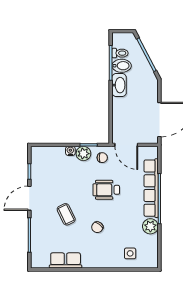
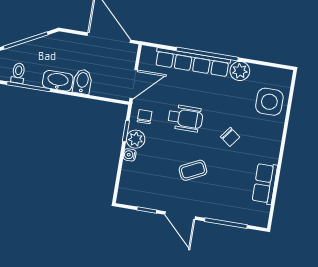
bidet: (122, 66) -> (82, 82), moved
wheelchair: (106, 190) -> (185, 118), turned -90
coffee table: (66, 214) -> (193, 170), moved
side table: (130, 253) -> (269, 102), width x1.87, depth x1.87

